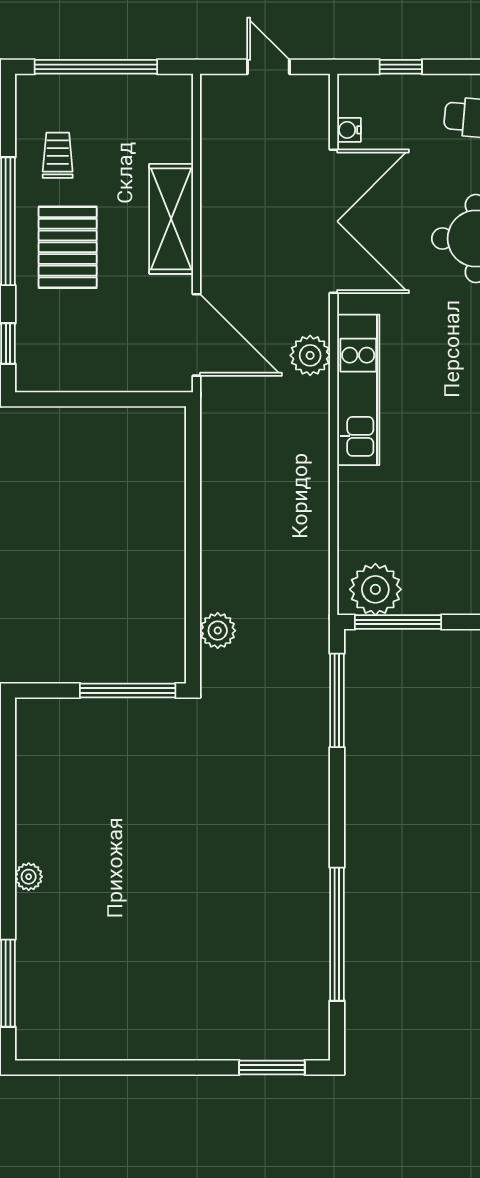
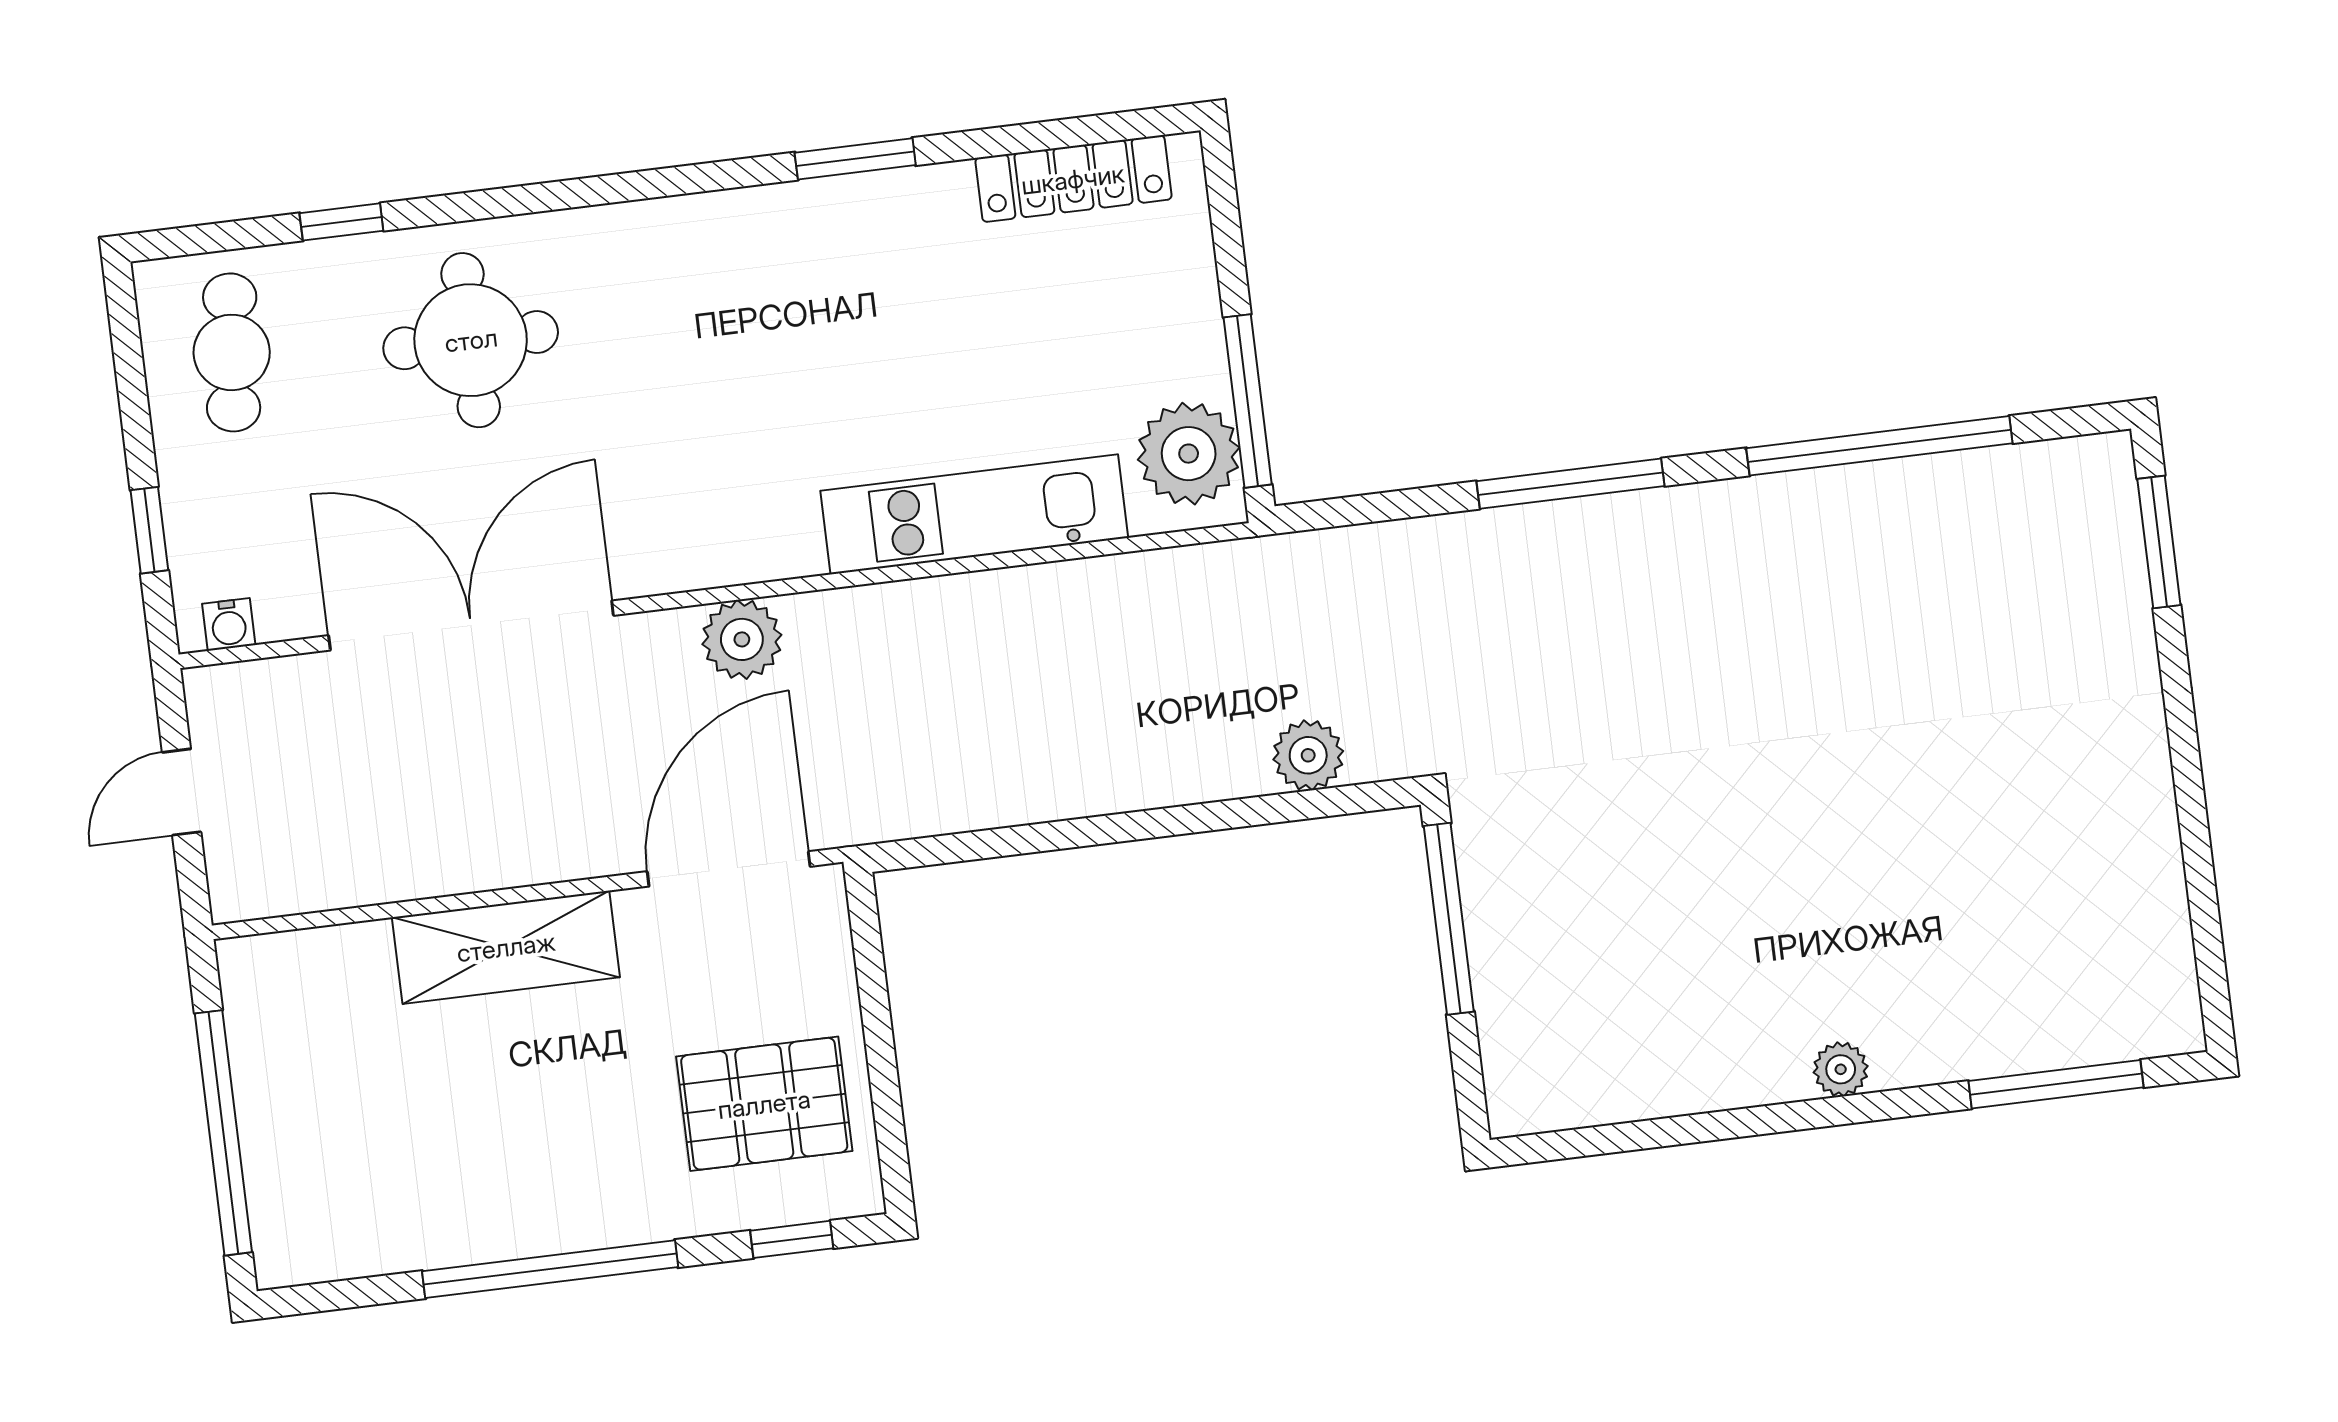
water cooler: (349, 130) -> (229, 624), moved
trolley: (58, 155) -> (407, 1187), removed
pallet: (68, 247) -> (764, 1104), moved
kitchen unit: (358, 390) -> (974, 514), moved
window: (337, 700) -> (1571, 484), moved

